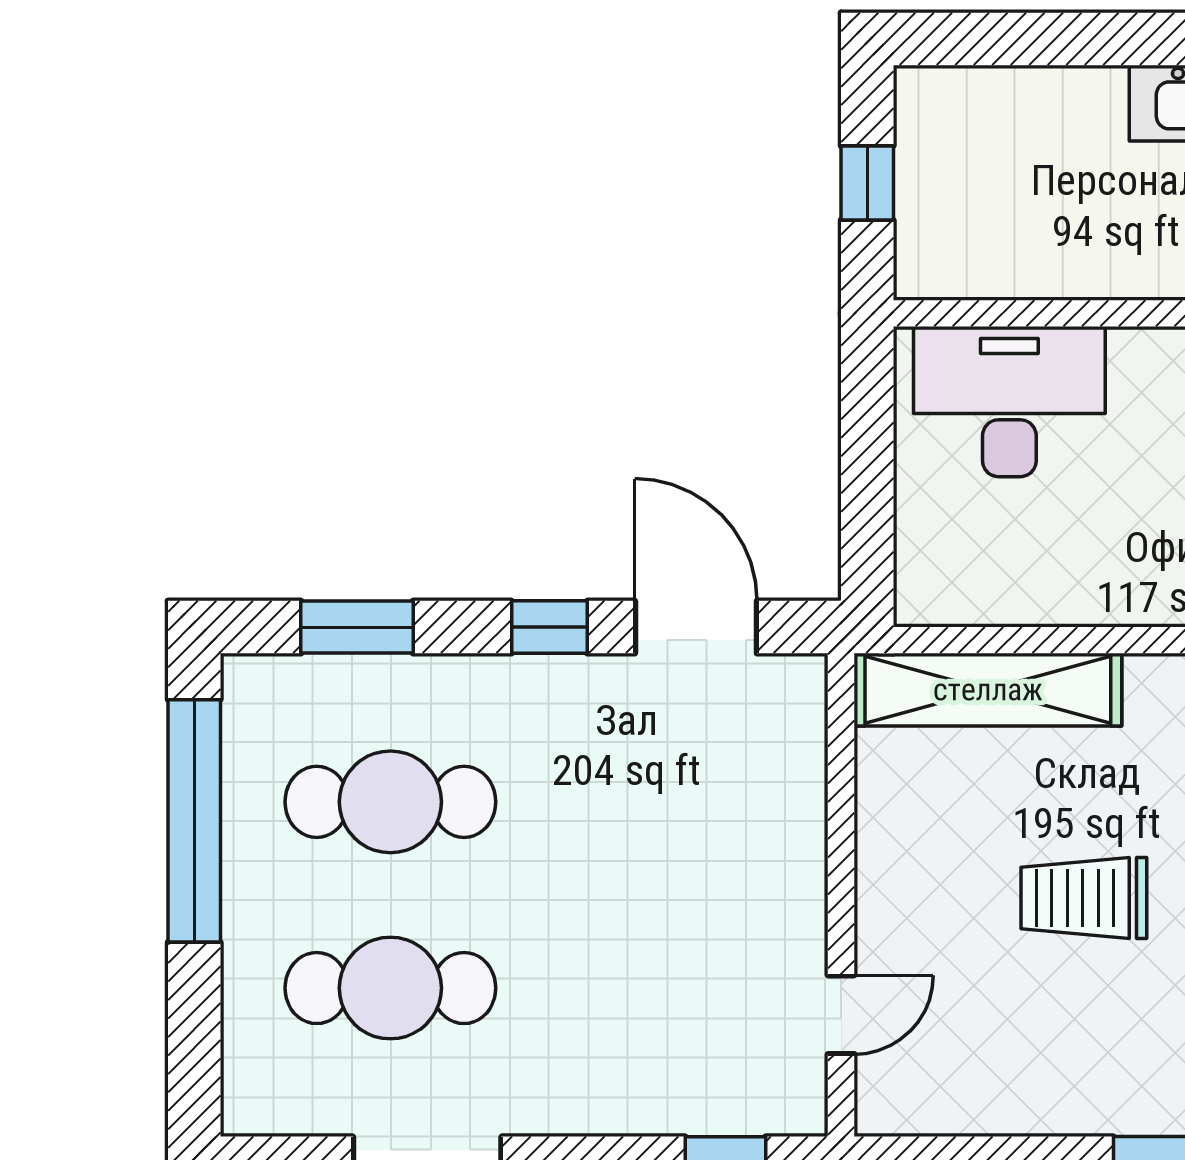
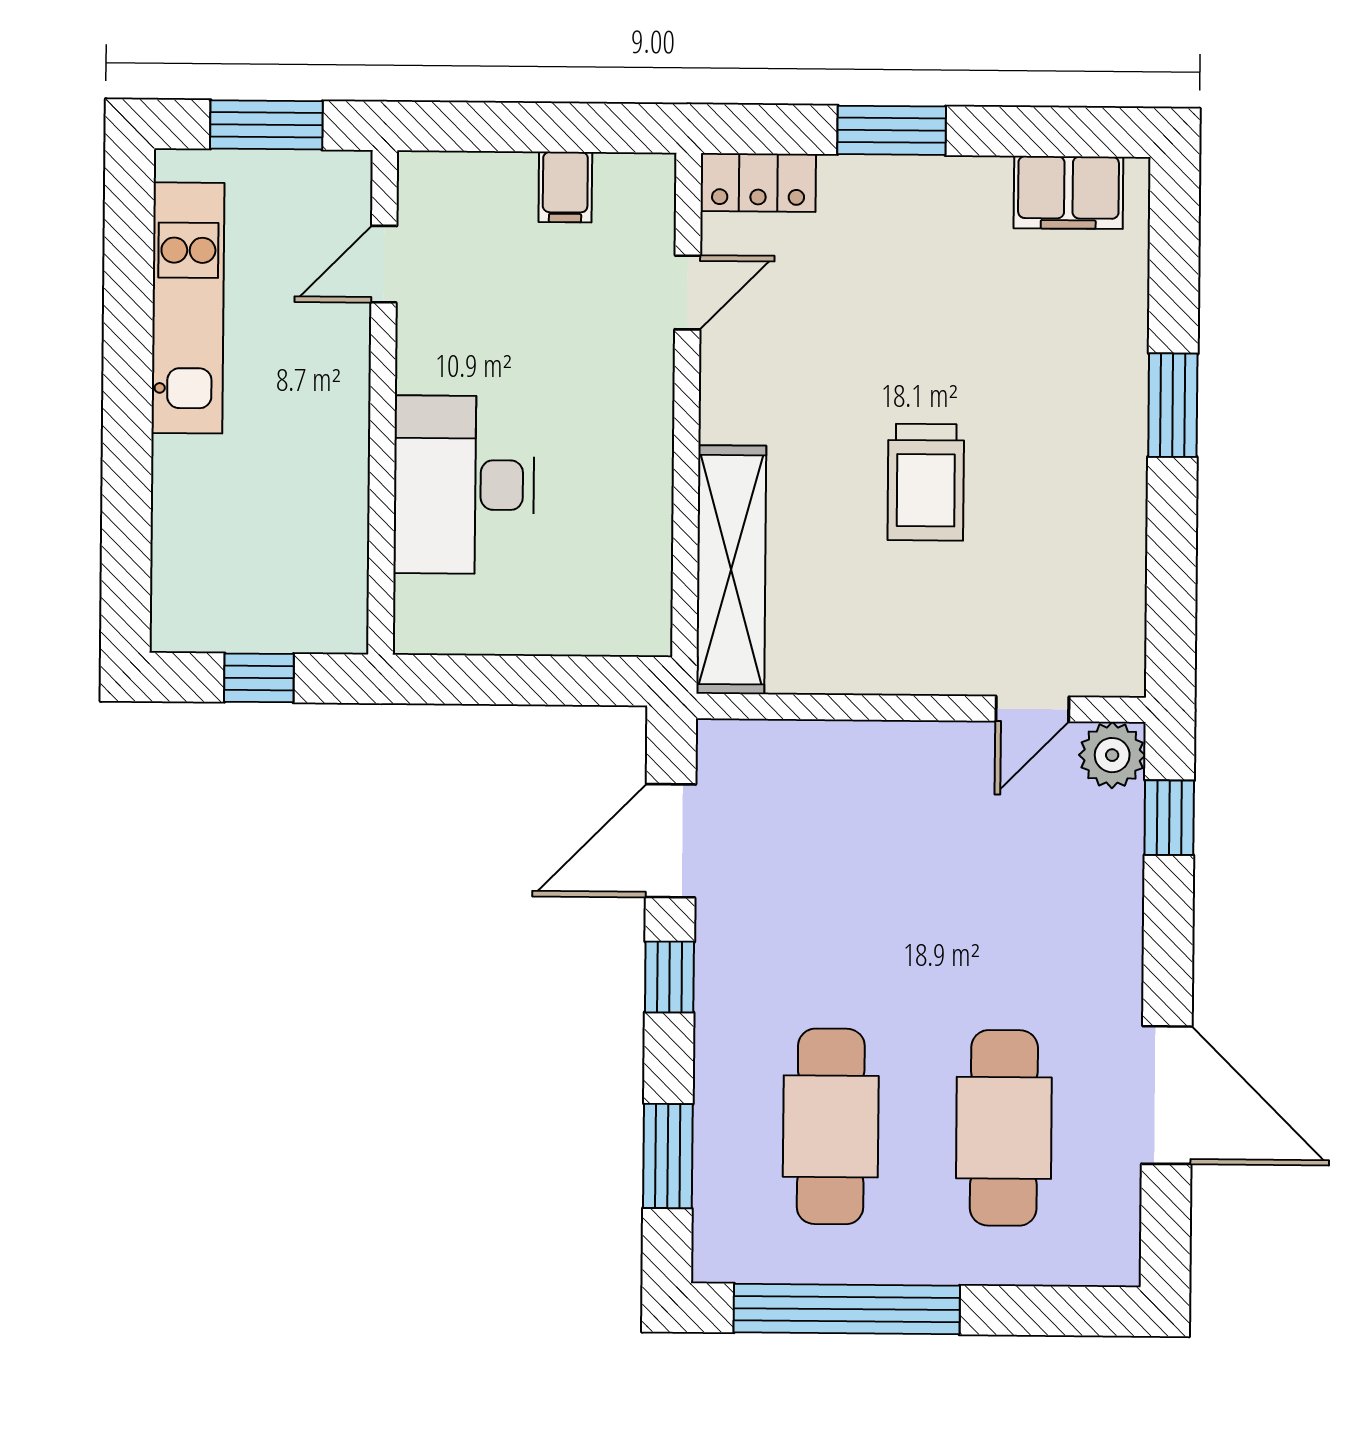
desk: (1009, 402) -> (464, 485), moved
door: (841, 1015) -> (1032, 709), swing flipped
plant: (792, 1101) -> (1112, 755), added

